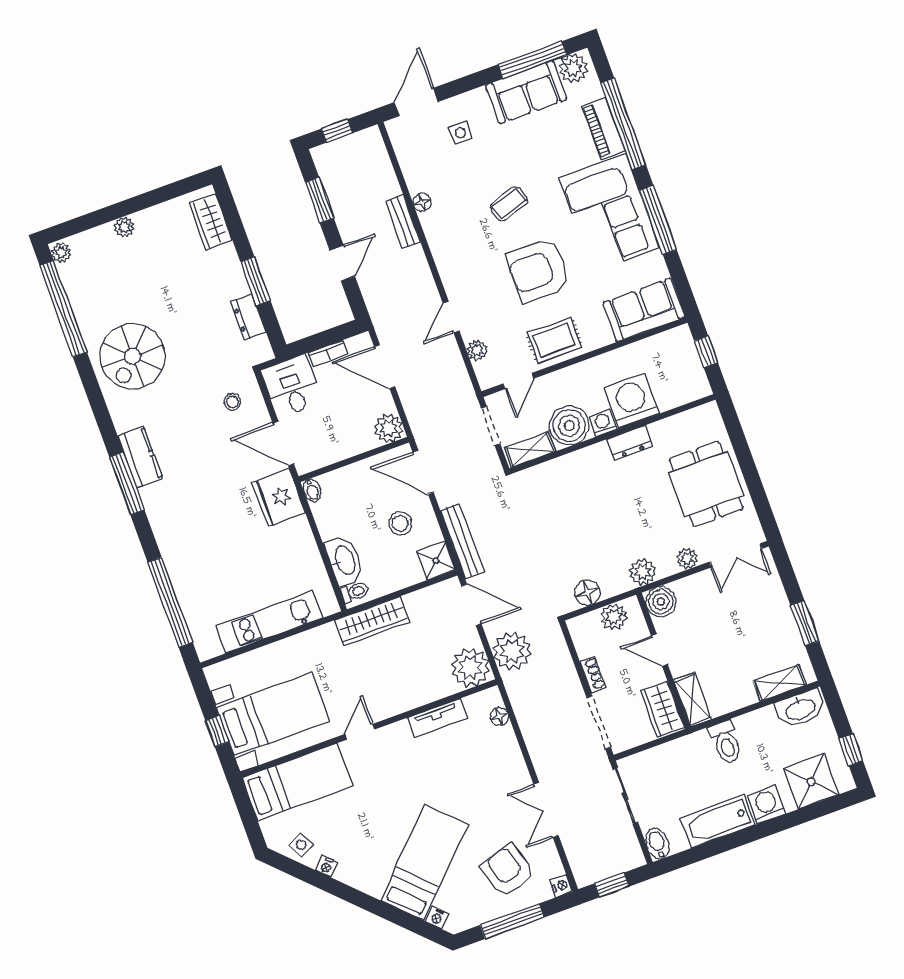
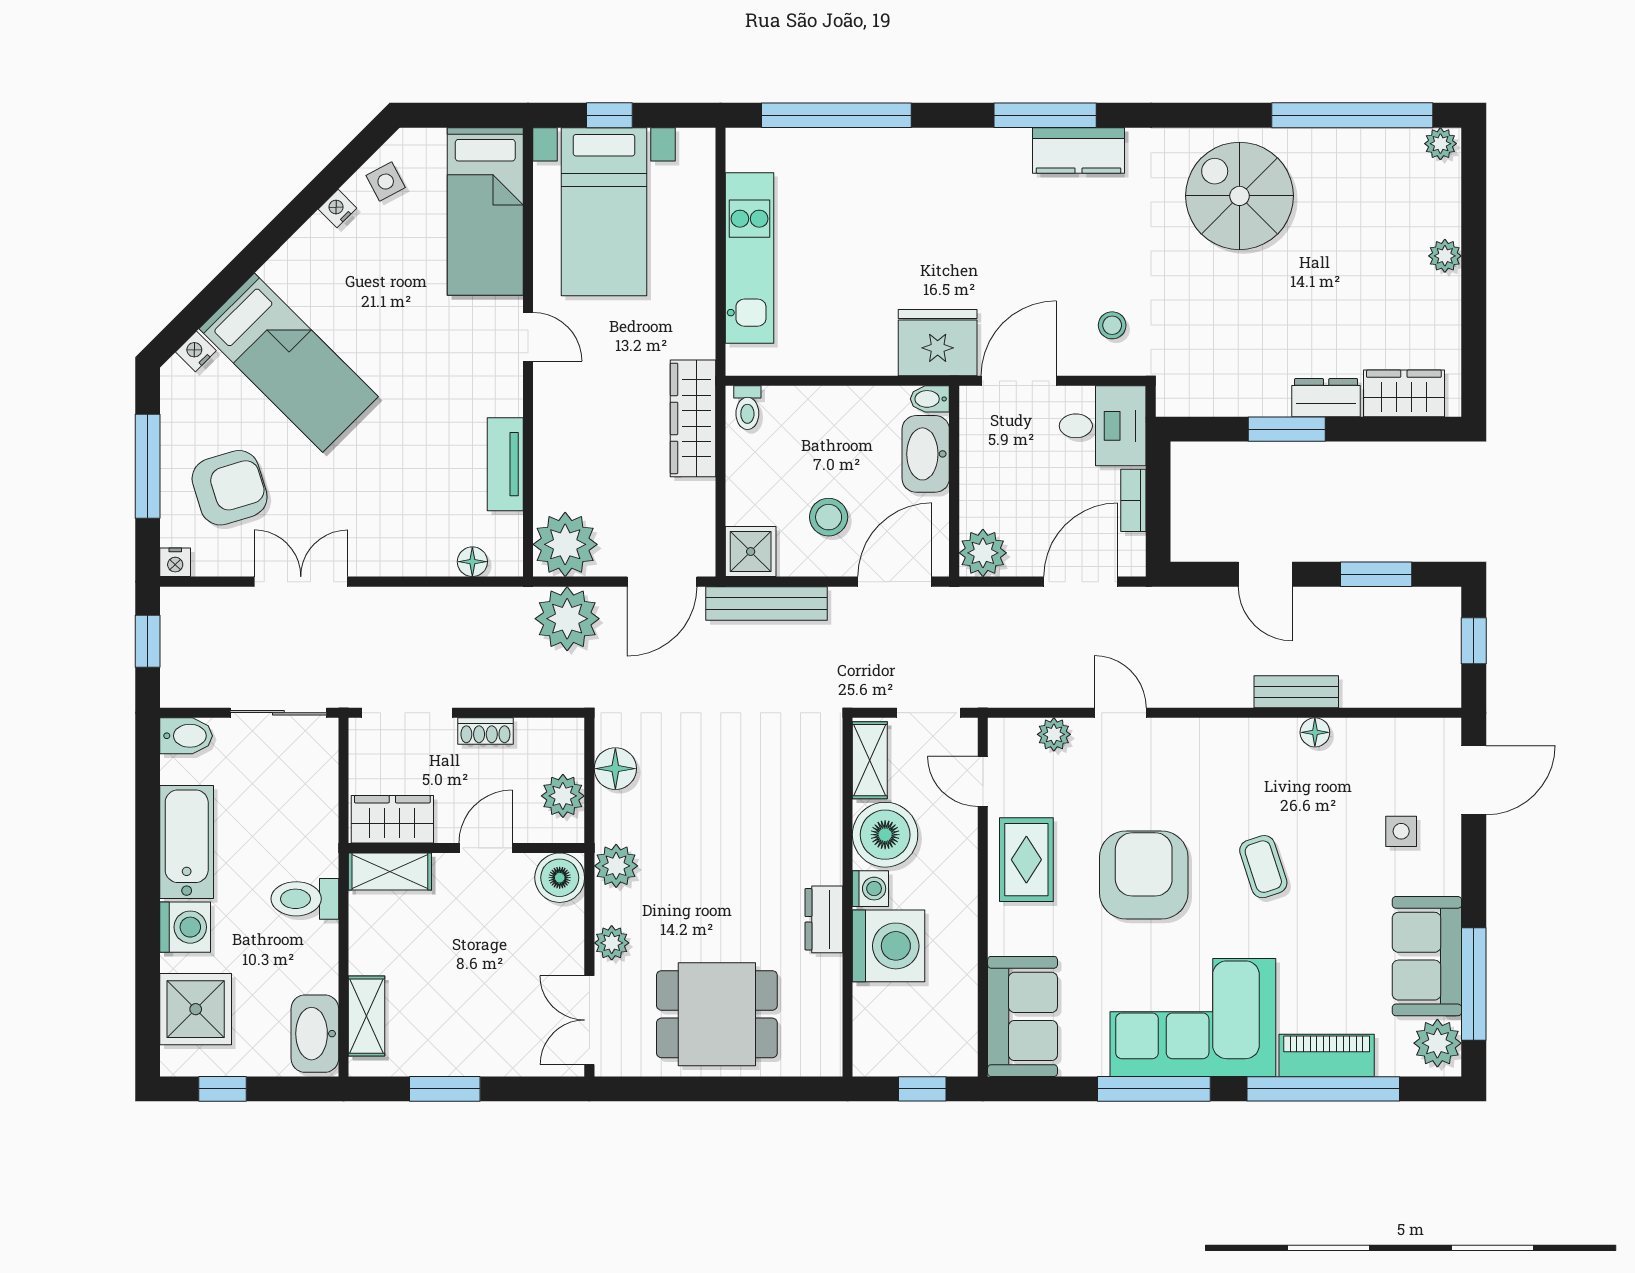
door: (416, 102) -> (1474, 780), hinge flipped
dresser: (248, 317) -> (1326, 398), moved
washbasin: (344, 560) -> (926, 454), moved, turned 90

